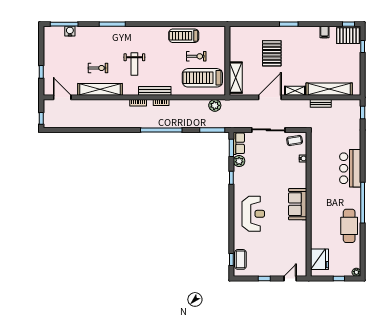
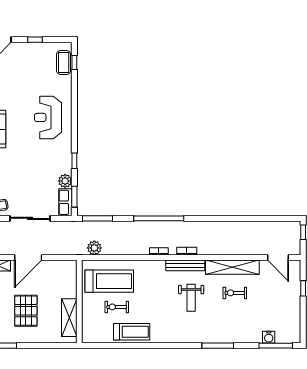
weight bench: (134, 64) -> (191, 298), turned 180
shelving: (236, 78) -> (69, 318), moved
bench: (155, 91) -> (185, 265), moved

